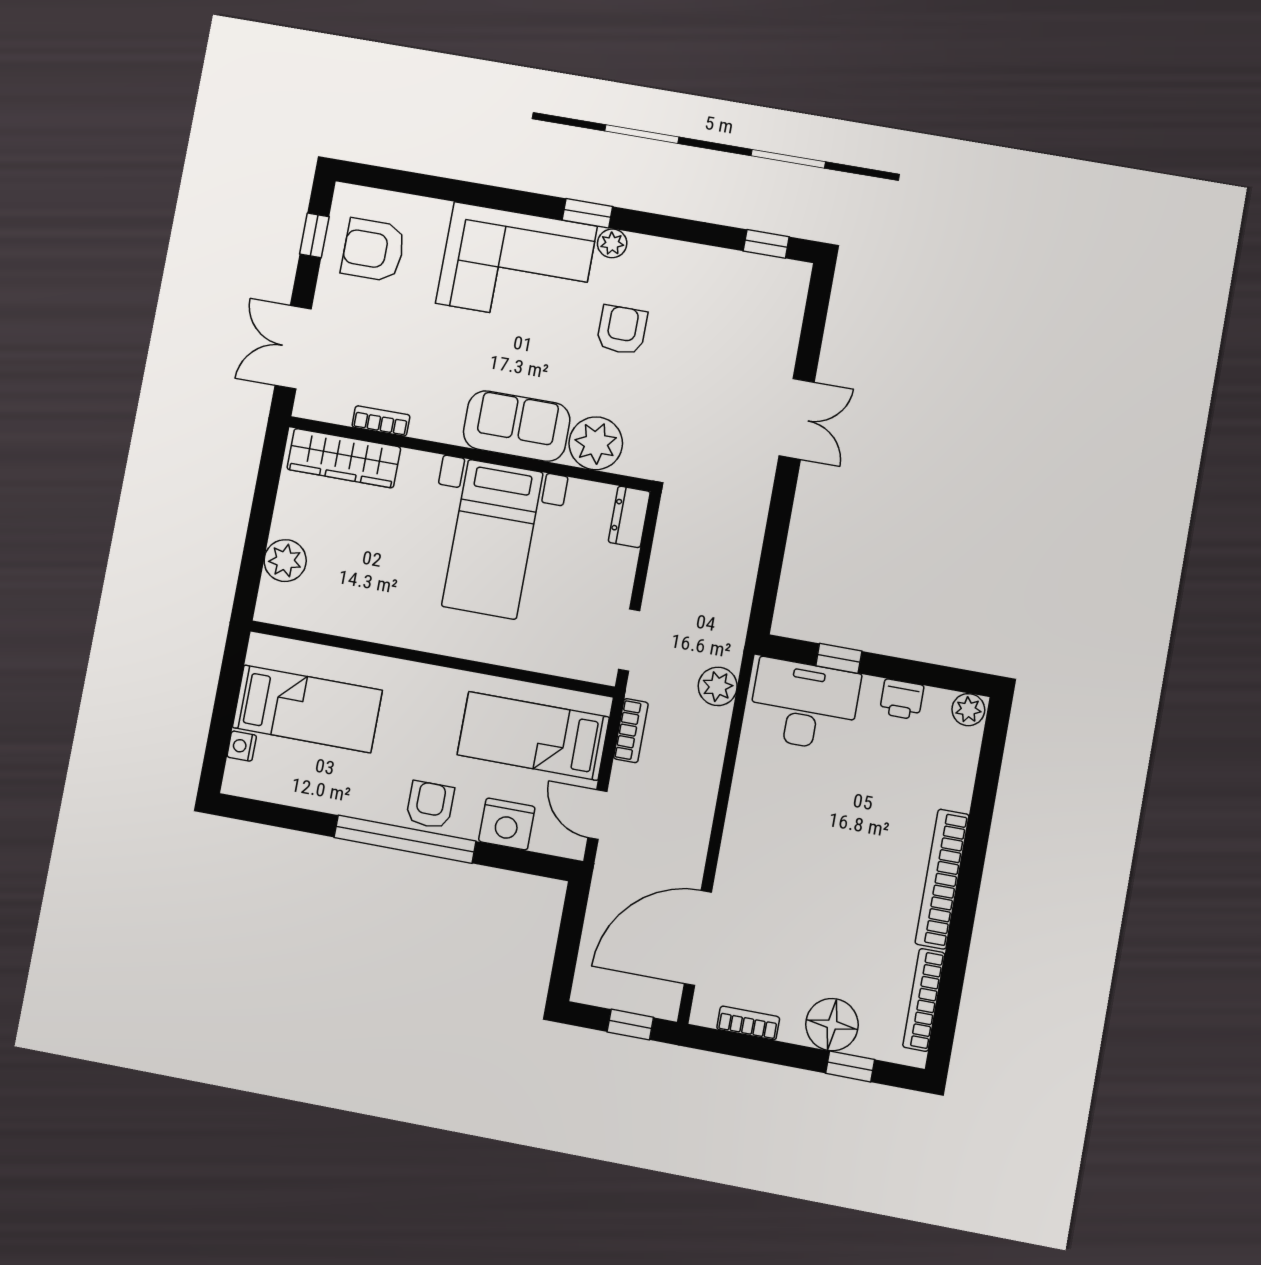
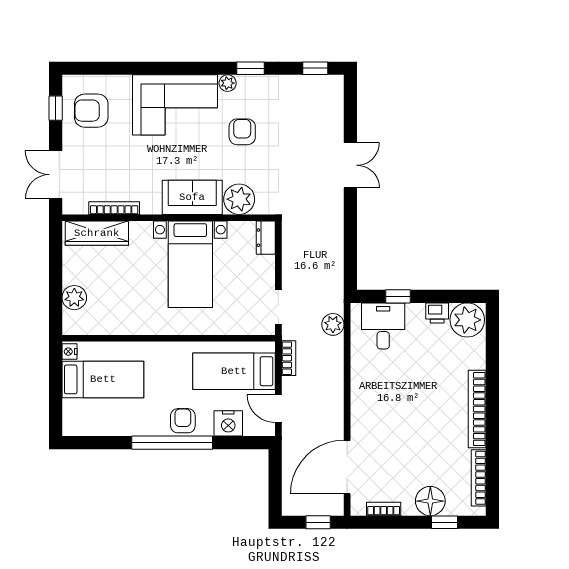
window: (587, 213) -> (251, 68), moved
bookcase: (381, 421) -> (114, 208), width x1.56
desk: (804, 705) -> (383, 326), width x0.73
plant: (968, 710) -> (467, 320), width x1.88, depth x1.88
nightstand: (242, 746) -> (69, 352), moved

